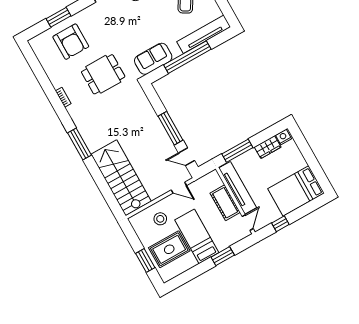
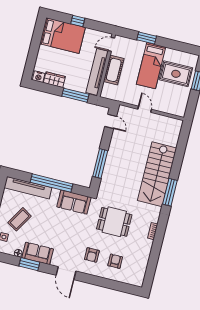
window: (58, 17) -> (109, 284), removed
armchair: (96, 28) -> (92, 255), added
armchair: (71, 42) -> (115, 261), width x0.53, depth x0.53
window: (170, 128) -> (100, 163), moved
stairs: (121, 178) -> (157, 174), moved
door: (179, 188) -> (145, 109), moved
stool: (160, 219) -> (164, 98), removed
window: (280, 224) -> (78, 21), moved

